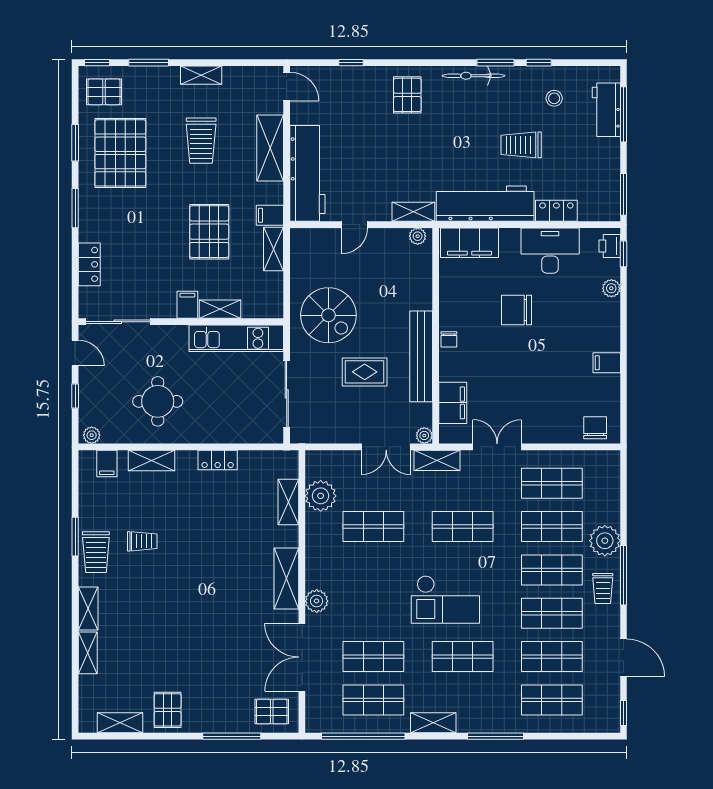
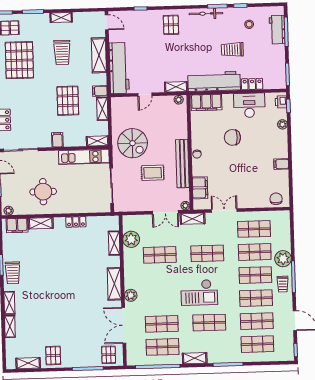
shelving: (220, 309) -> (98, 141), moved
filing cabinet: (107, 463) -> (17, 225), width x2.00
trolley: (142, 541) -> (37, 266), removed
pallet: (272, 712) -> (109, 355), turned 90

